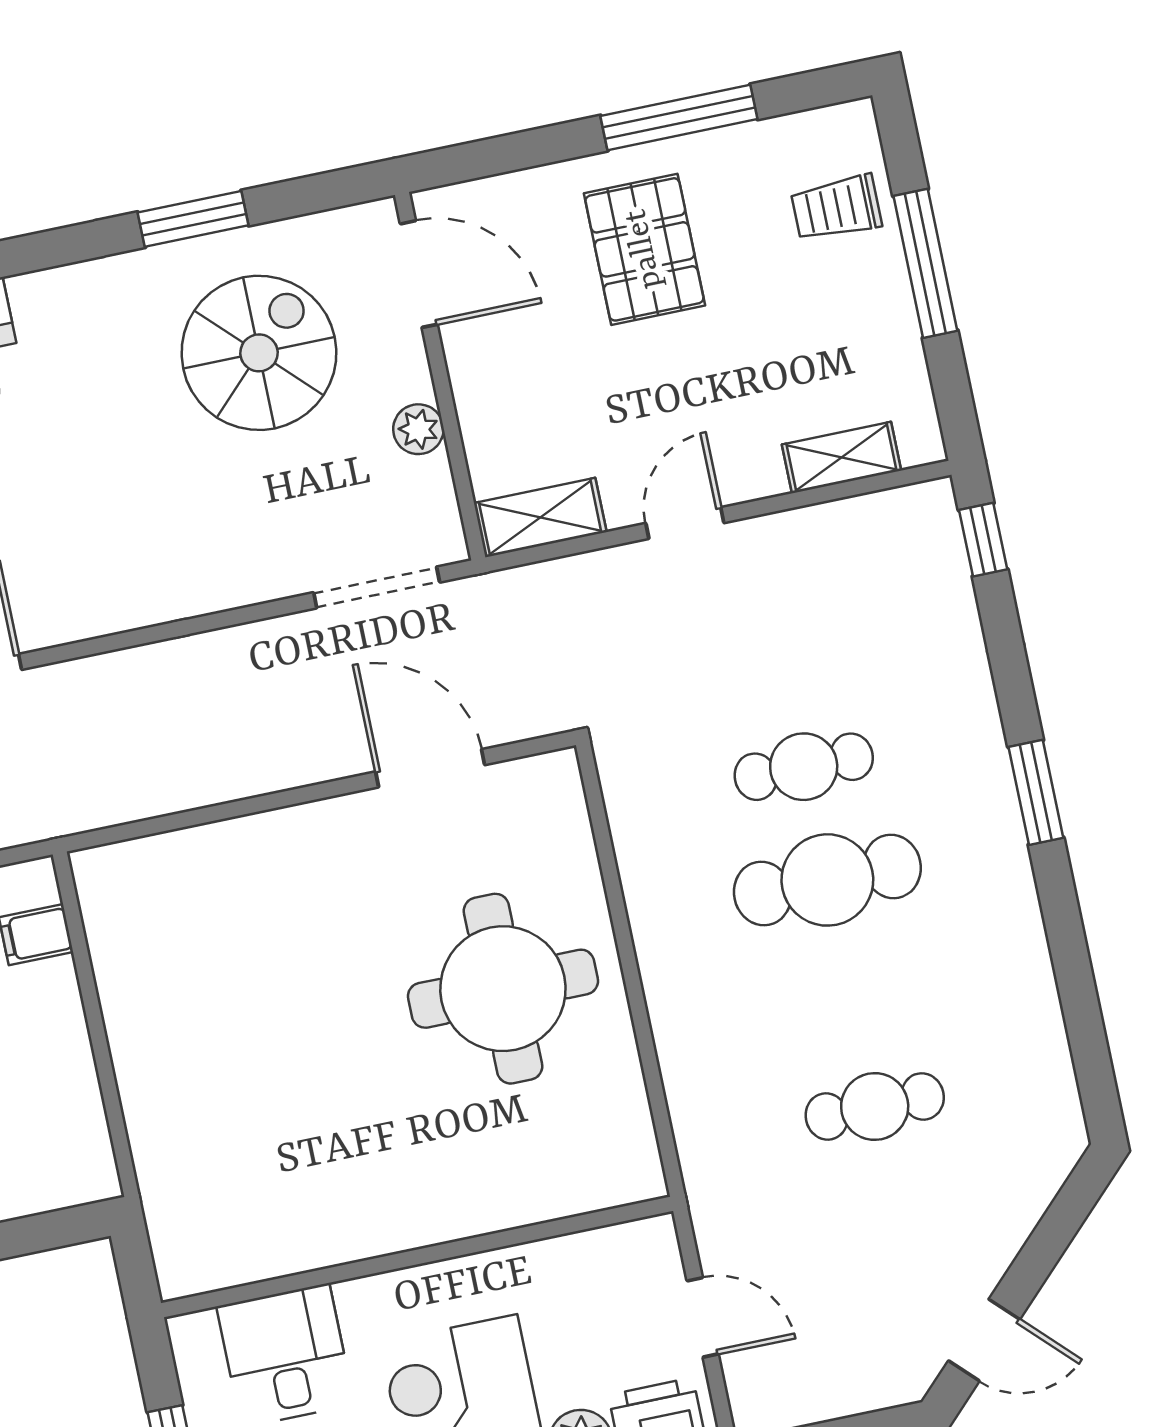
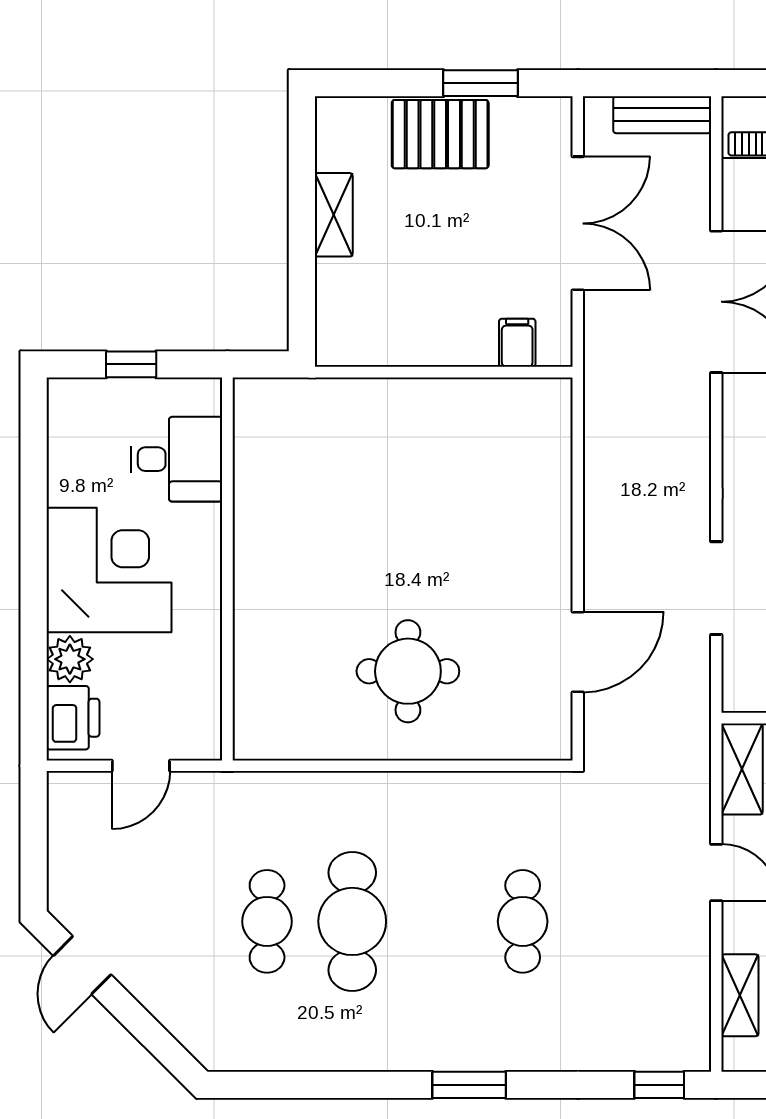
doorway: (377, 587) -> (716, 588), moved
cafe table: (827, 880) -> (352, 921), moved
round table: (503, 989) -> (408, 671), width x0.73, depth x0.73

